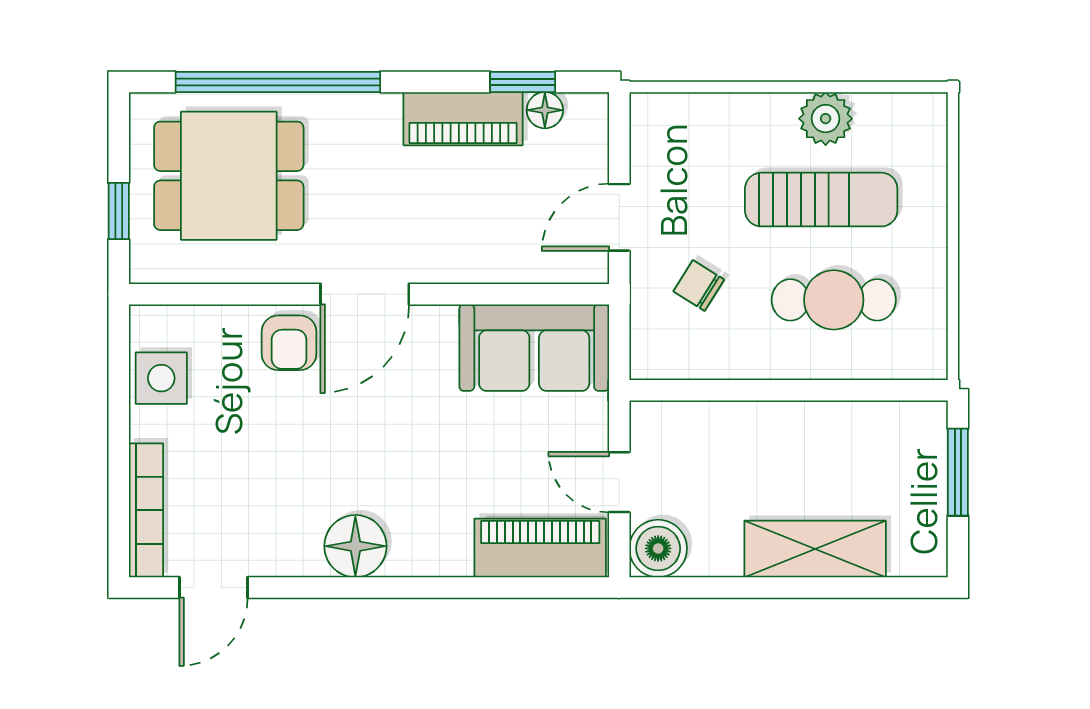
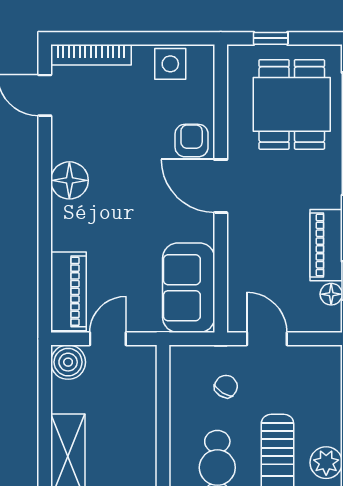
armchair: (289, 343) -> (192, 141), turned 90

